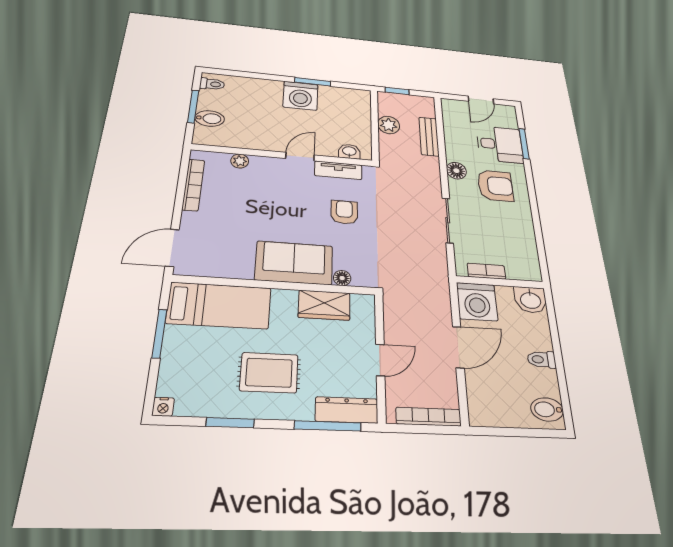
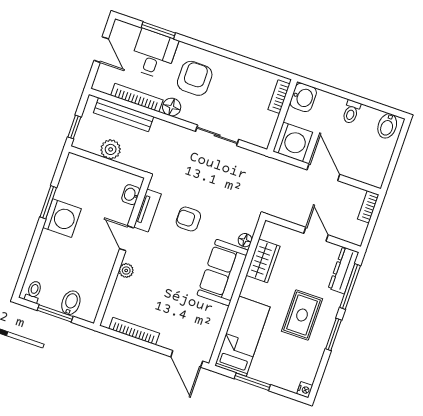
bench: (429, 137) -> (124, 115), width x1.36
bookcase: (451, 138) -> (137, 98), added
plant: (240, 161) -> (126, 270), moved
bookcase: (486, 271) -> (279, 97), moved
bookcase: (429, 417) -> (368, 207), width x0.64
window: (230, 423) -> (334, 334), moved

